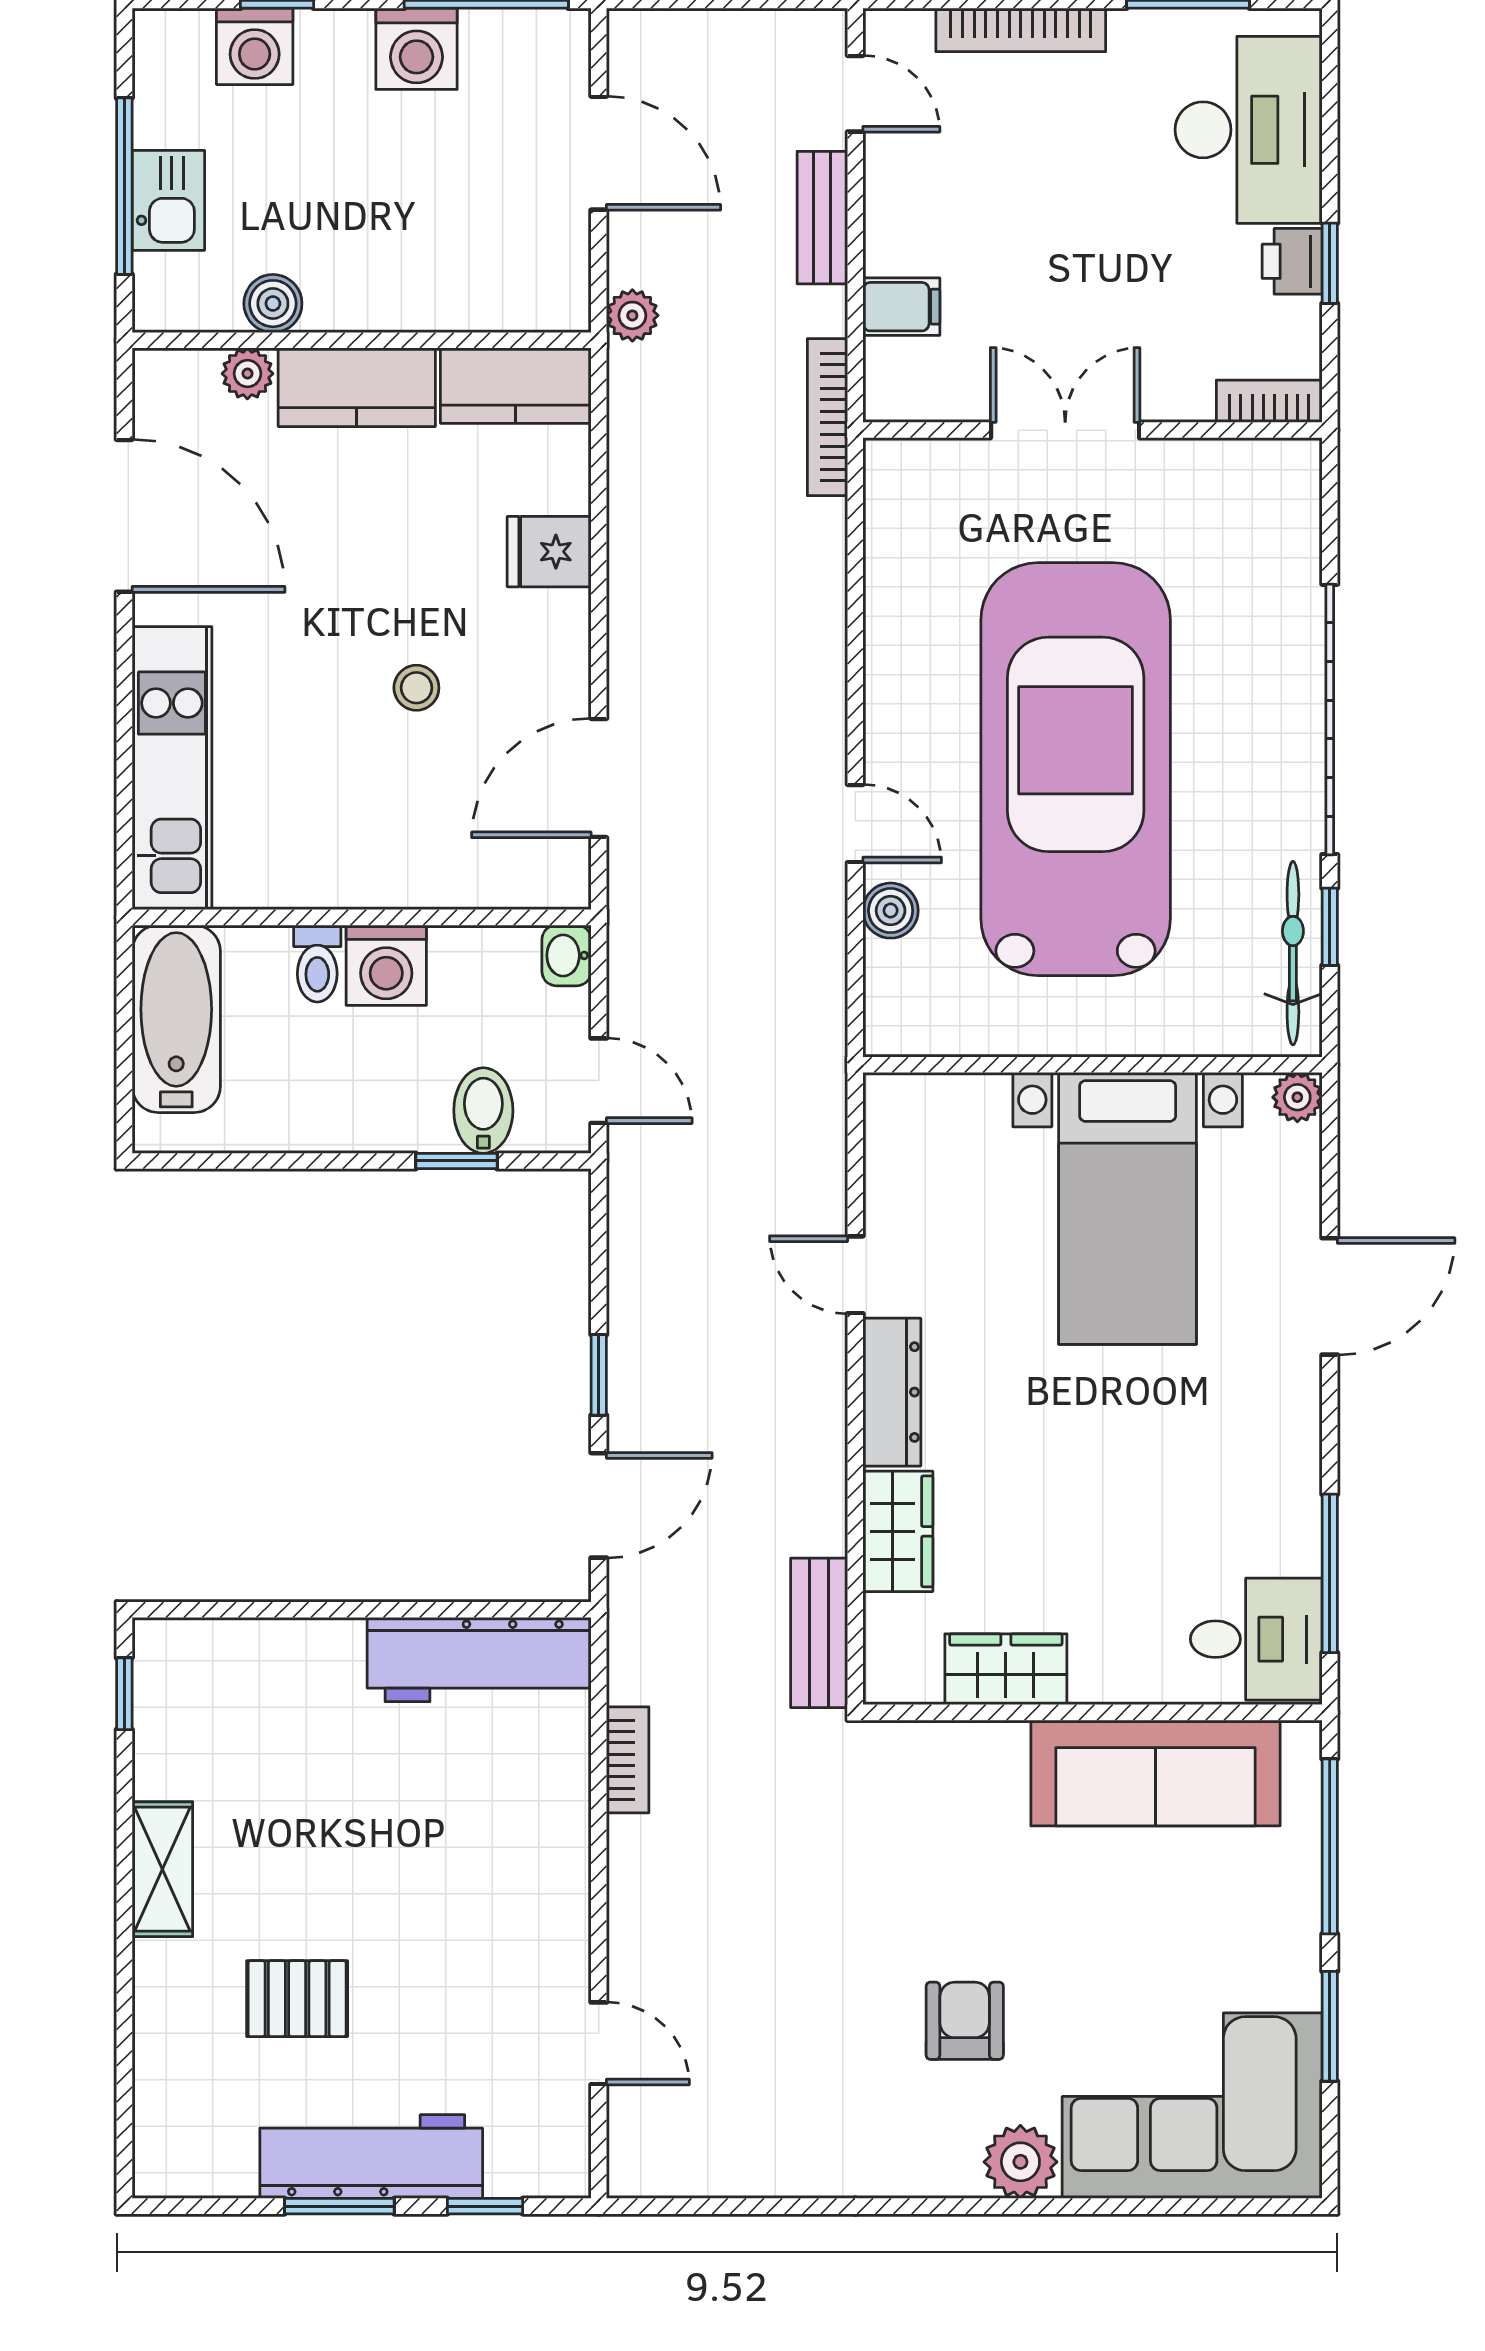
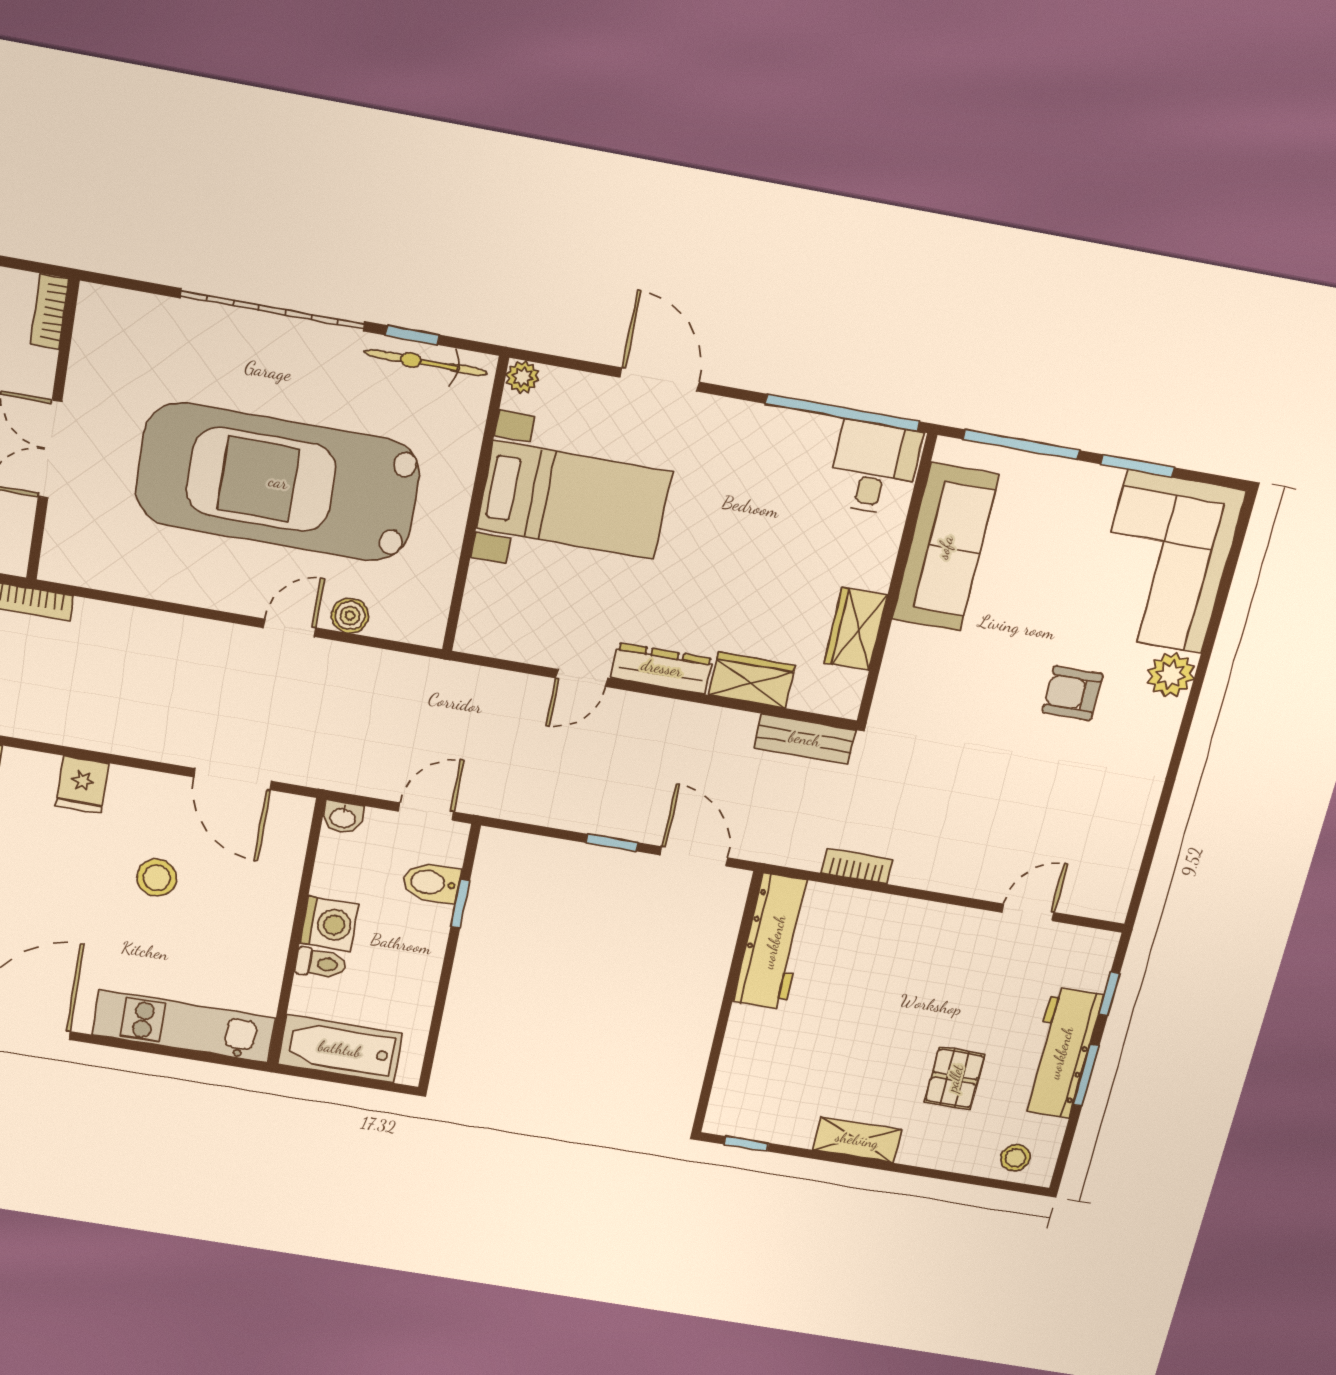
stool: (416, 688) -> (157, 878), width x1.37, depth x1.37
window: (1330, 1573) -> (842, 413), width x1.46
stool: (175, 2130) -> (1015, 1158), added

